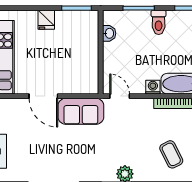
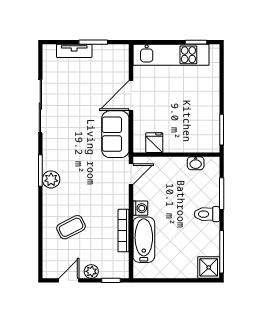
fridge: (46, 20) -> (154, 143), moved, turned 90

